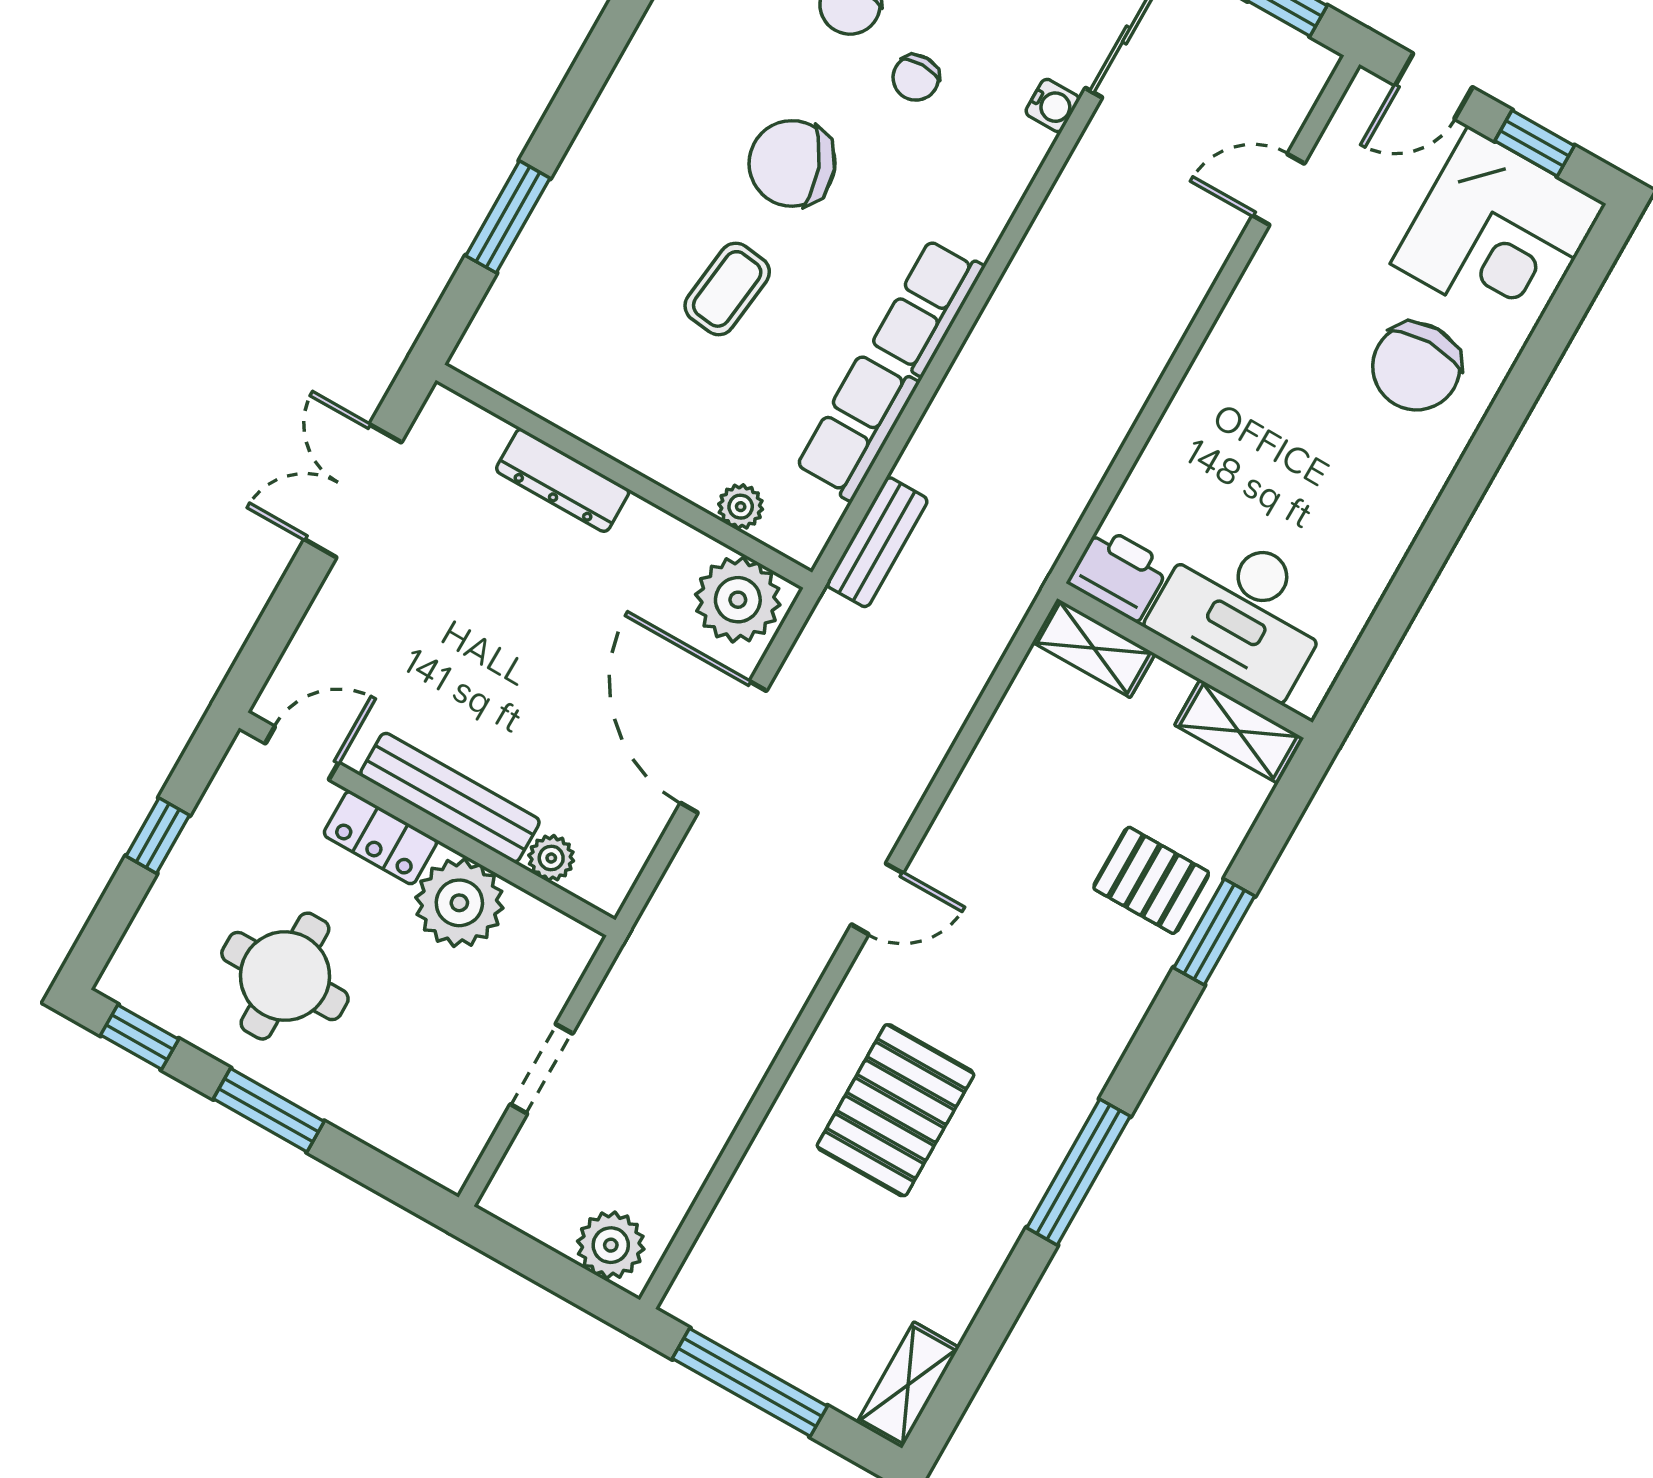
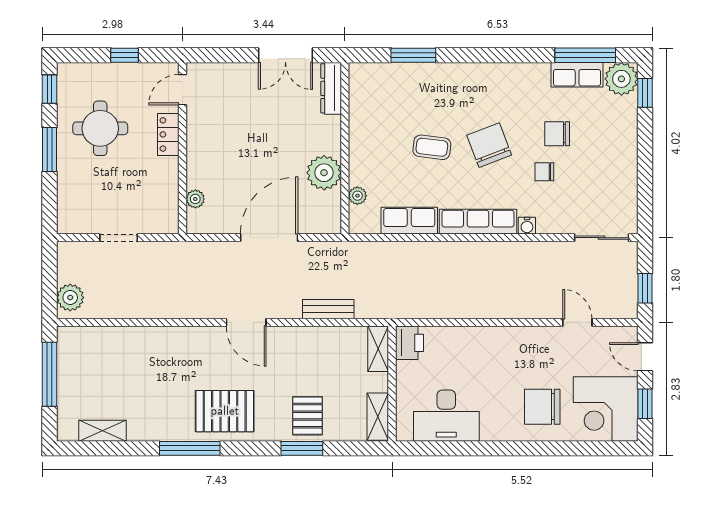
water cooler: (1052, 105) -> (527, 226), moved
row of seats: (927, 307) -> (478, 222), width x1.48
dresser: (563, 480) -> (331, 88), moved
double door: (353, 491) -> (285, 55), swing flipped
bench: (877, 542) -> (328, 309), moved
plant: (738, 600) -> (324, 173), moved
desk: (1243, 611) -> (446, 416), moved, turned -90
door: (302, 753) -> (182, 90), swing flipped
bench: (450, 798) -> (196, 151), removed
door: (877, 899) -> (246, 322), width x1.38
plant: (459, 903) -> (161, 175), removed
pallet: (896, 1110) -> (225, 411), moved
shelving: (908, 1385) -> (102, 431), moved

